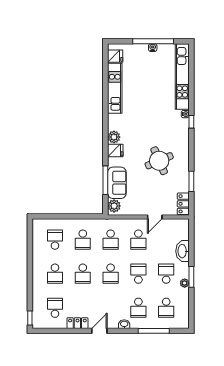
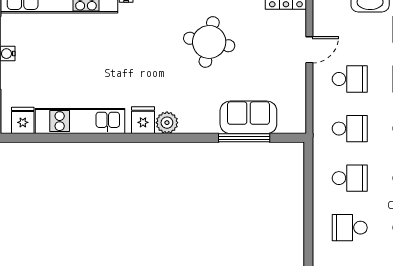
fridge: (115, 150) -> (143, 120), moved
round table: (159, 161) -> (209, 42), turned 34
plant: (114, 206) -> (290, 122), removed
door: (155, 217) -> (309, 50), hinge flipped

